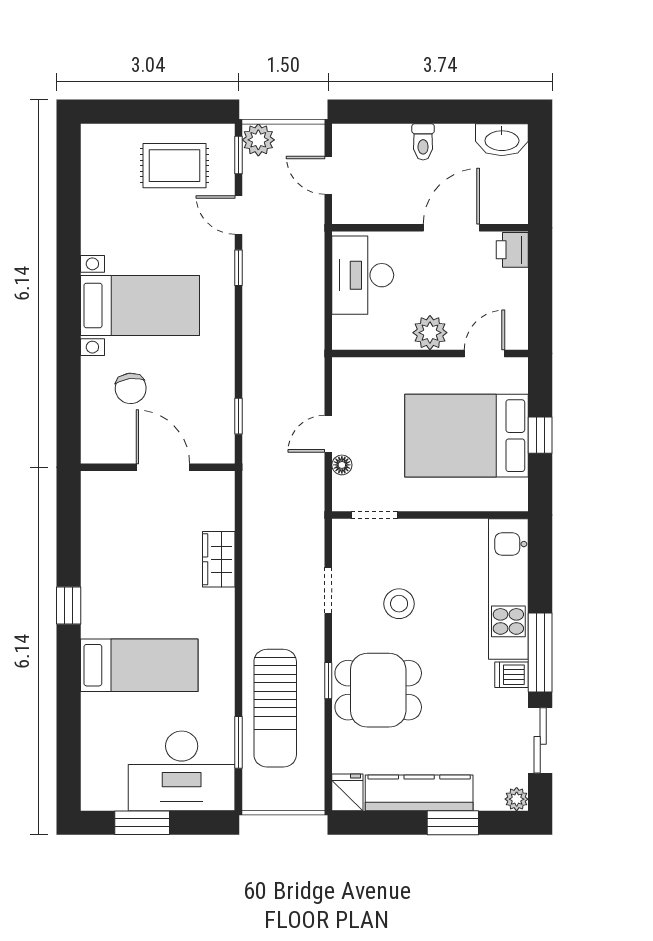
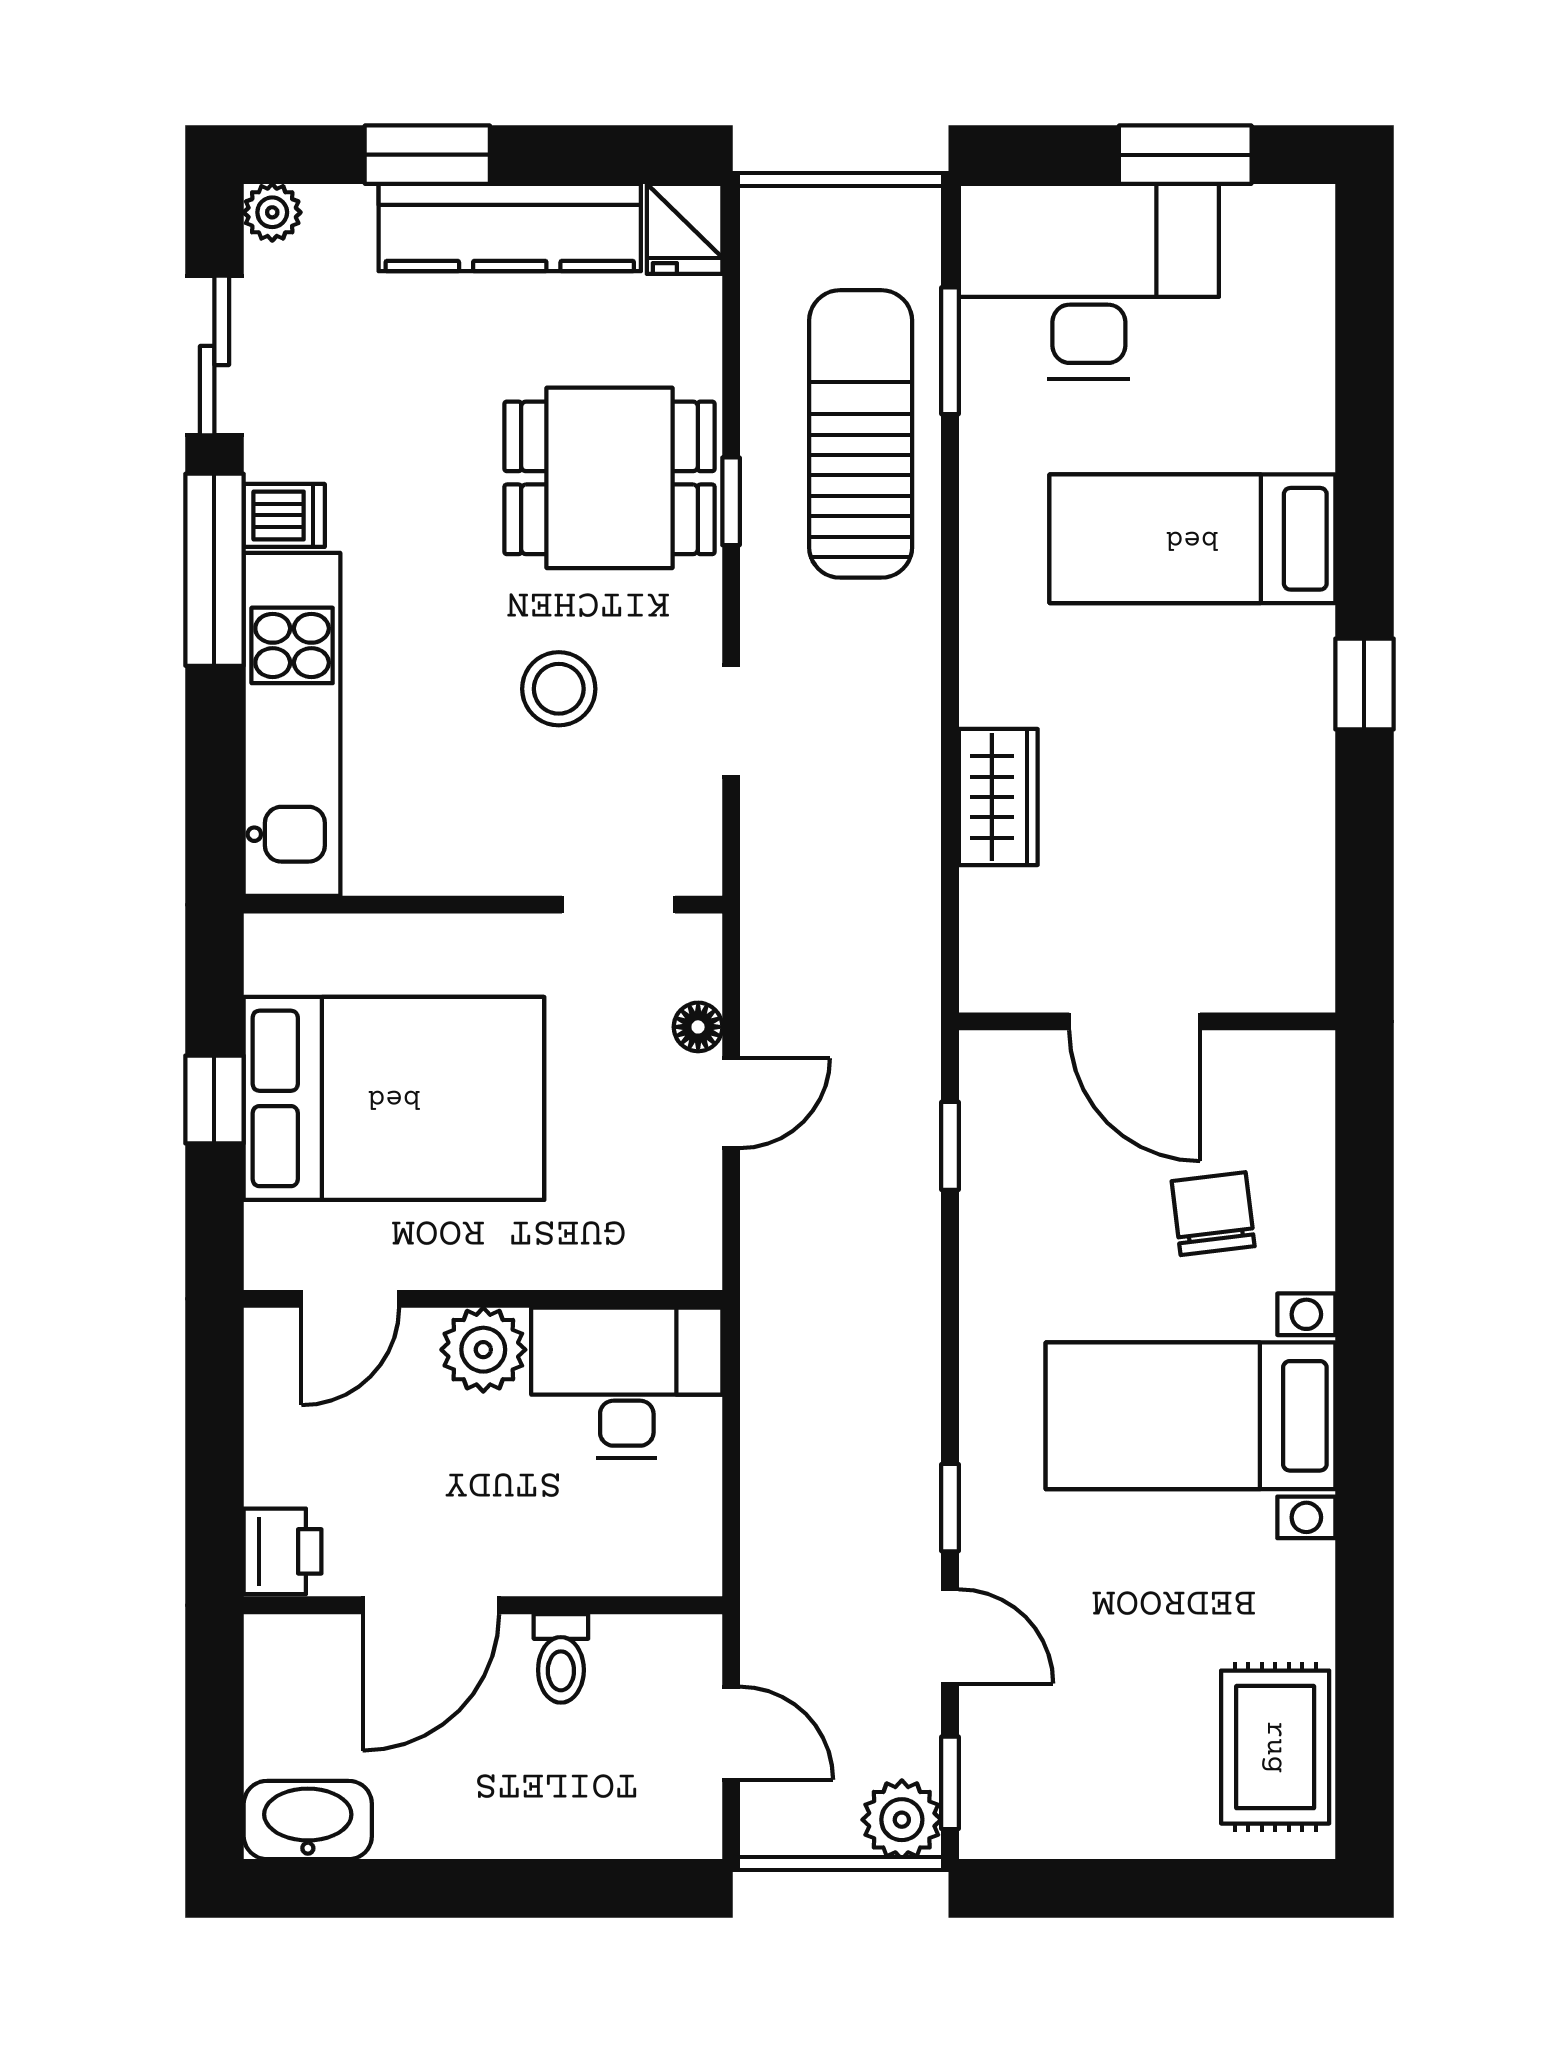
toilet: (423, 142) -> (561, 1658), moved, turned 180
rug: (174, 166) -> (1275, 1747), moved, turned 90
desk: (363, 275) -> (627, 1383), moved, turned -90

